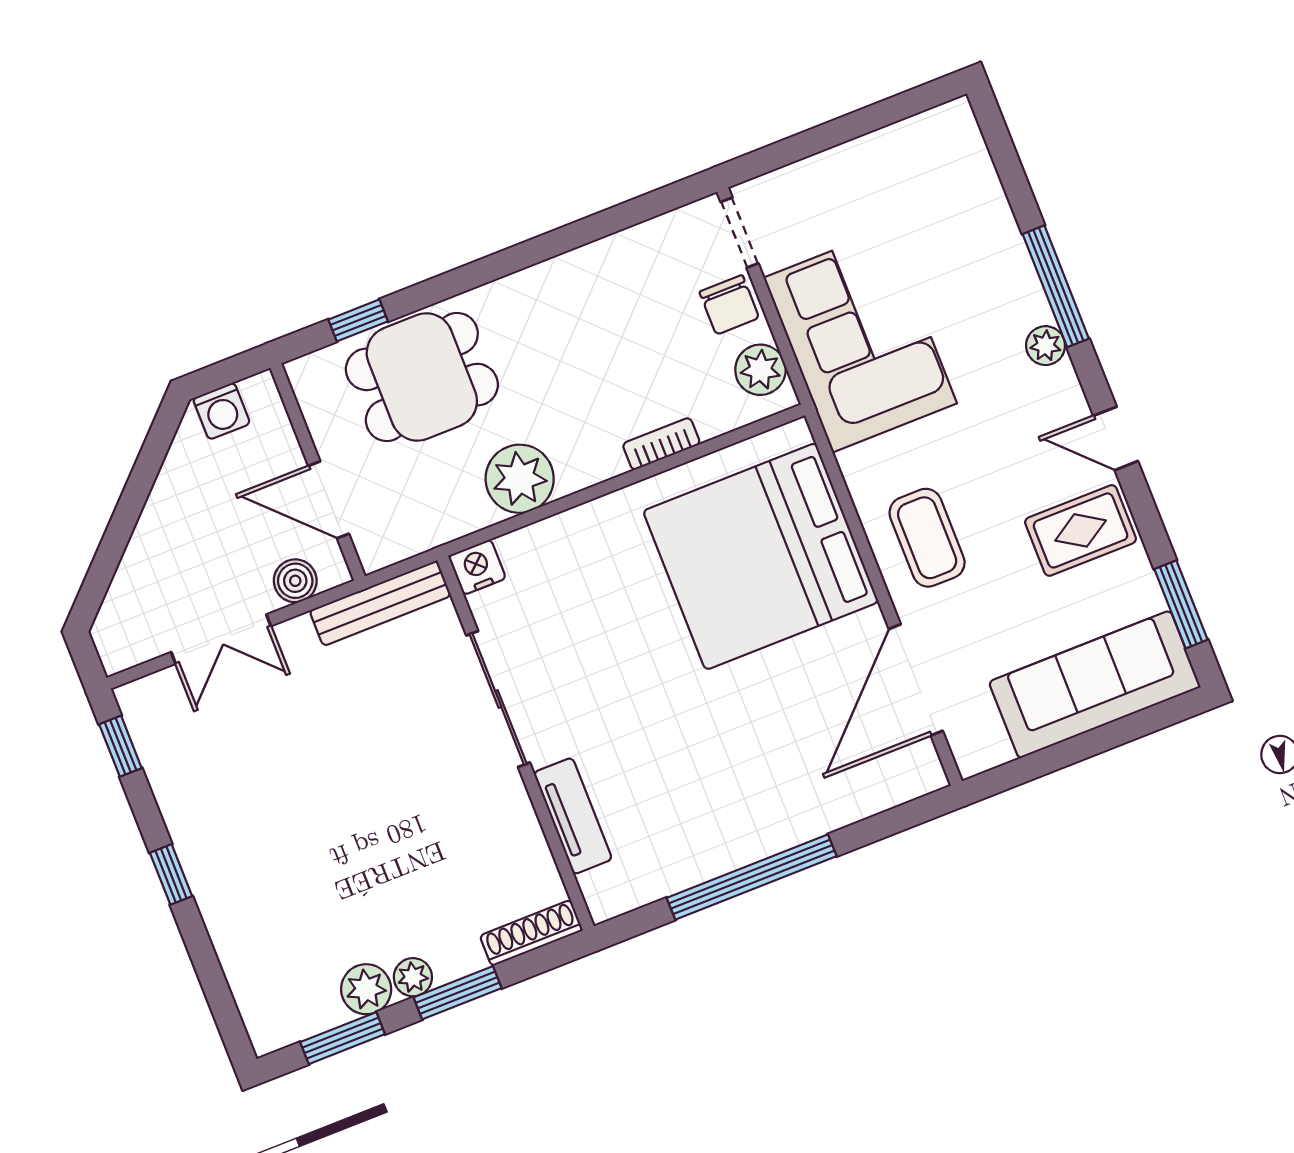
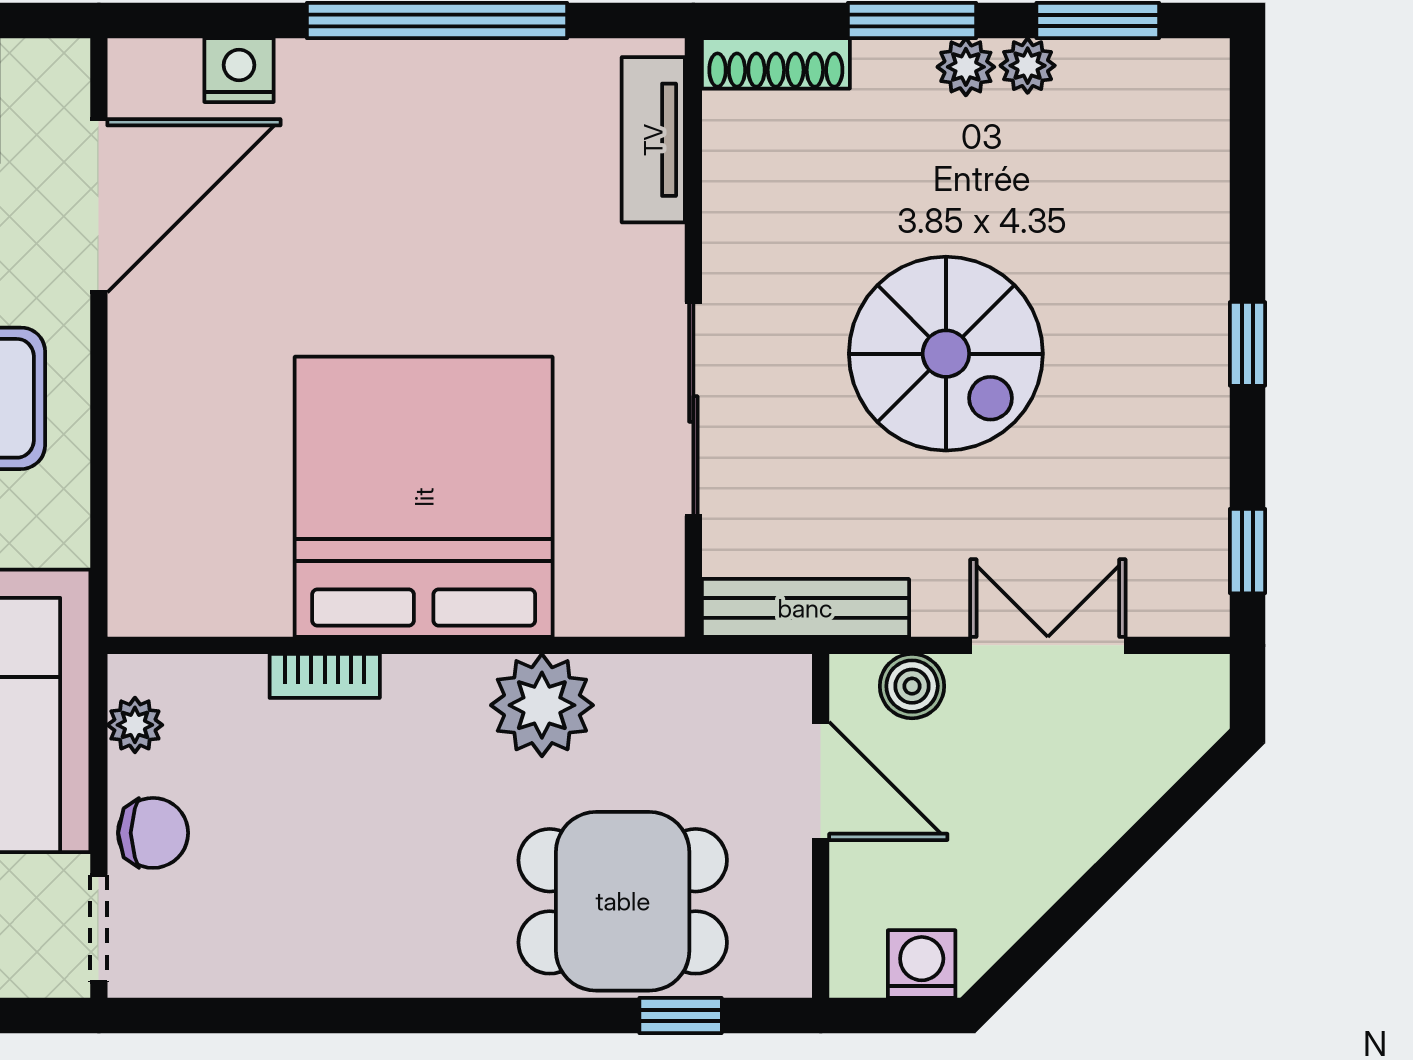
chair: (729, 305) -> (153, 833), turned 90
plant: (760, 370) -> (135, 725), width x0.73, depth x0.73
bed: (761, 556) -> (424, 497), moved, turned -90
nightstand: (477, 567) -> (239, 70), moved, turned 180
spiral stairs: (355, 795) -> (946, 354), added
tv unit: (573, 816) -> (653, 140), moved
plant: (366, 989) -> (1028, 66), width x0.73, depth x0.73

